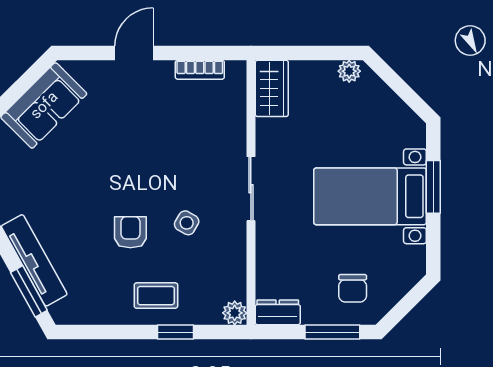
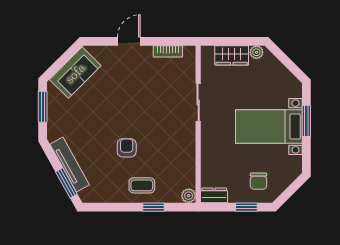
wardrobe: (272, 88) -> (232, 55), moved, turned 90
sliding door: (251, 189) -> (198, 102), moved
side table: (187, 223) -> (160, 142), removed
window: (332, 332) -> (246, 207), width x0.67

